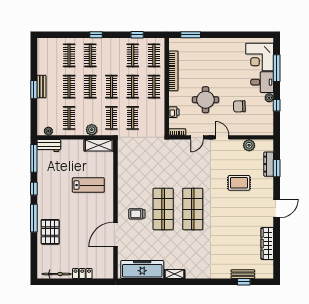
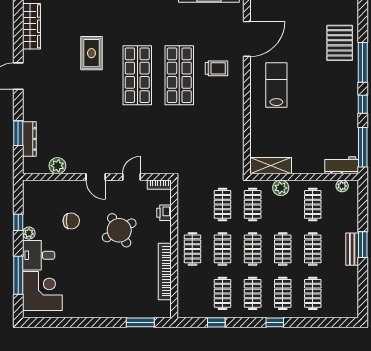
clothes rail: (154, 55) -> (253, 293), moved
round table: (205, 100) -> (119, 230), turned -30
rug: (239, 183) -> (91, 53), moved, turned 90
lab bench: (88, 185) -> (276, 85), moved, turned 90

